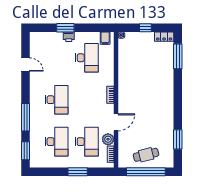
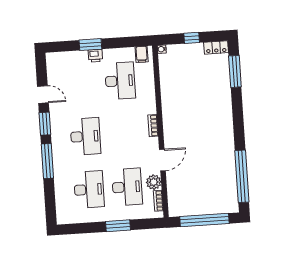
window: (178, 139) -> (242, 176), width x2.11
window: (25, 151) -> (45, 124), moved
cafe table: (146, 155) -> (203, 199), removed

